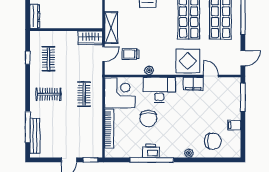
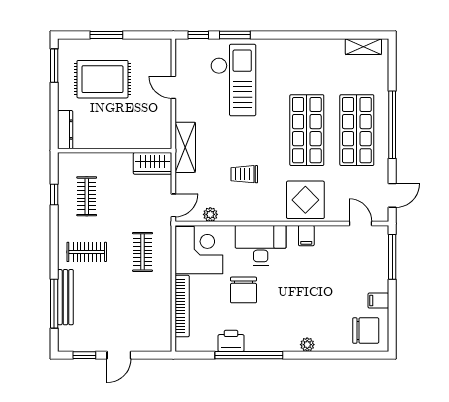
door: (104, 54) -> (173, 205), moved
trolley: (131, 54) -> (244, 174), moved
plant: (149, 70) -> (210, 214), moved
door: (211, 76) -> (361, 223), moved
filing cabinet: (193, 84) -> (306, 236), width x0.50
bench: (35, 136) -> (65, 297), moved
chair: (213, 141) -> (366, 331), moved
printer: (151, 151) -> (231, 341), moved
window: (90, 160) -> (84, 355), moved

